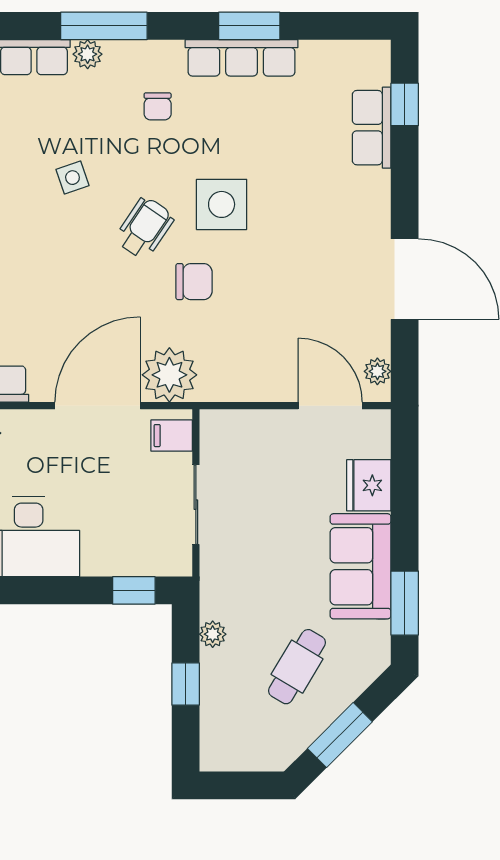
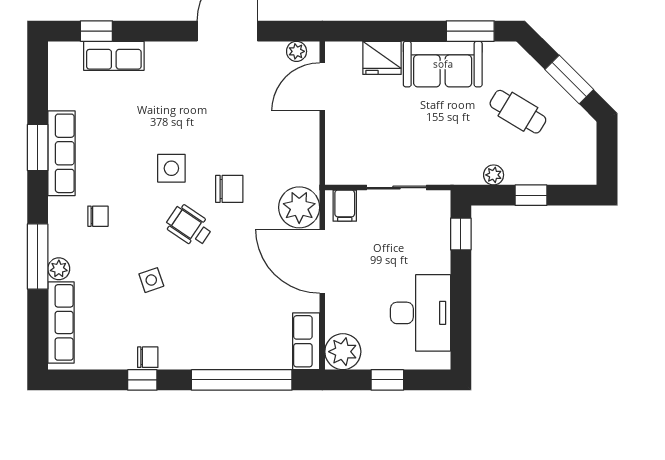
side table: (222, 204) -> (171, 168), width x0.73, depth x0.73
chair: (194, 282) -> (229, 189), turned 90

